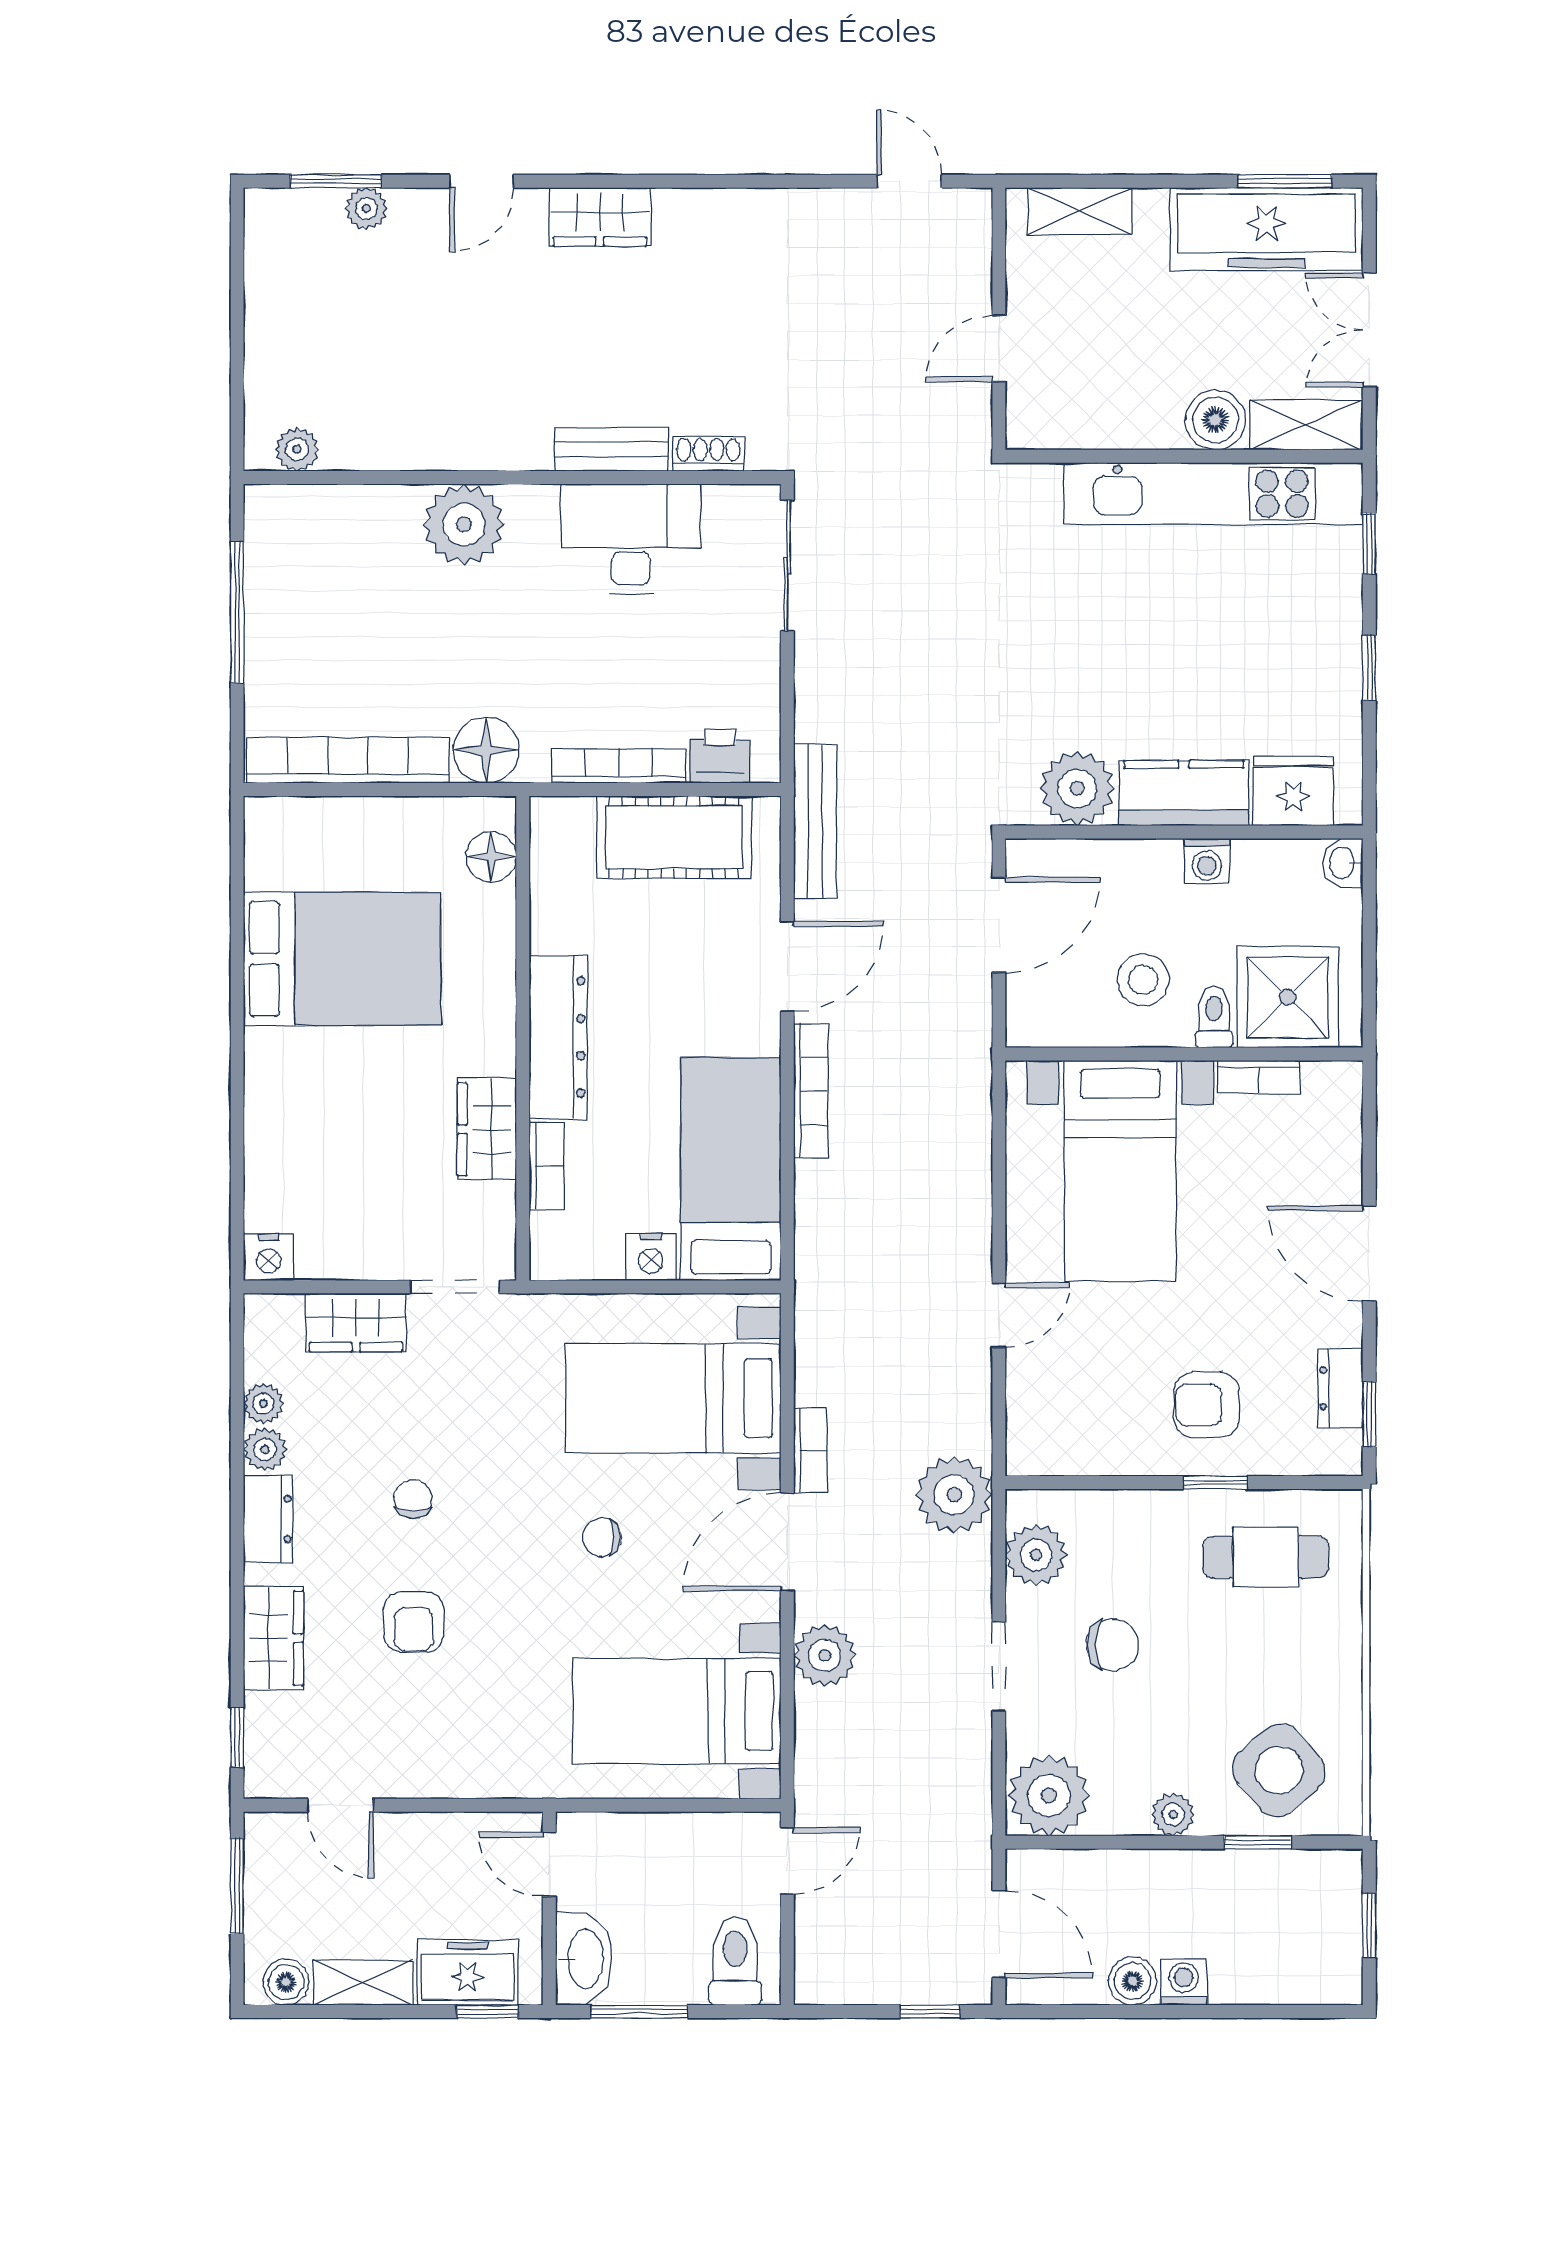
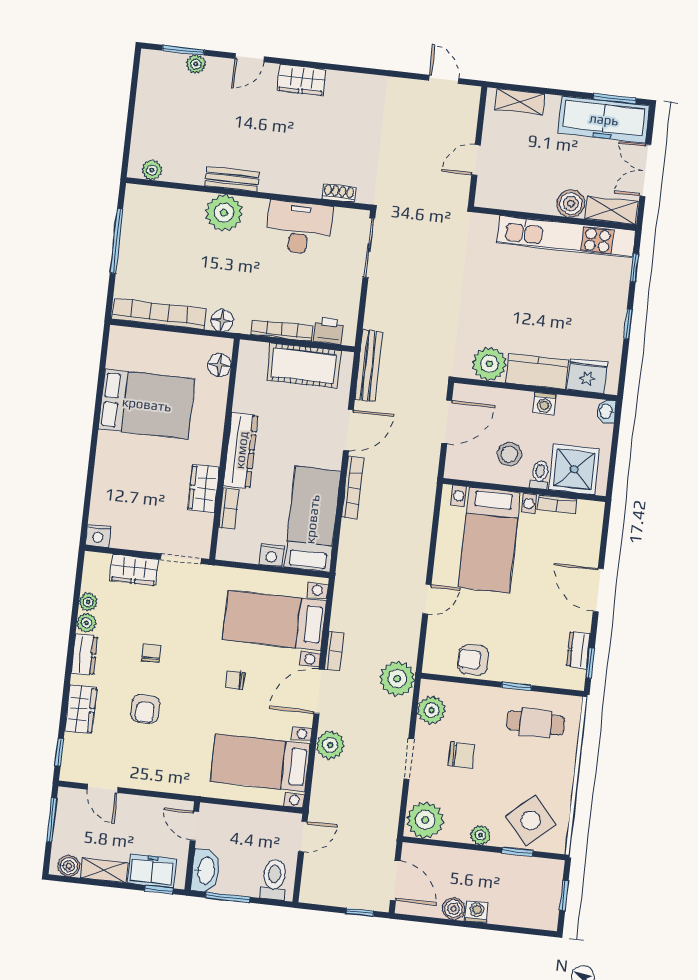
bench: (611, 449) -> (232, 179), moved
floor lamp: (486, 750) -> (222, 320), width x0.73, depth x0.73
armchair: (1207, 1405) -> (473, 660), moved

